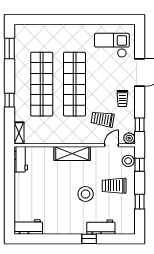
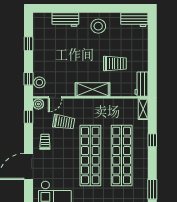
trolley: (114, 186) -> (115, 64), moved
stool: (86, 194) -> (98, 26), moved
window: (89, 239) -> (77, 8), removed

